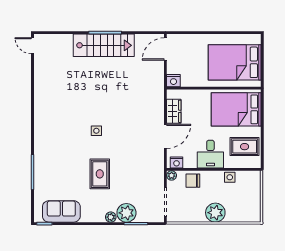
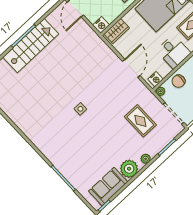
wardrobe: (174, 111) -> (117, 31), moved, turned 90
rug: (100, 174) -> (140, 121), moved
plant: (126, 213) -> (129, 169), moved

